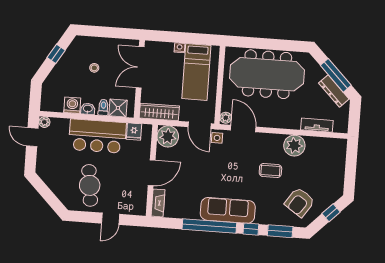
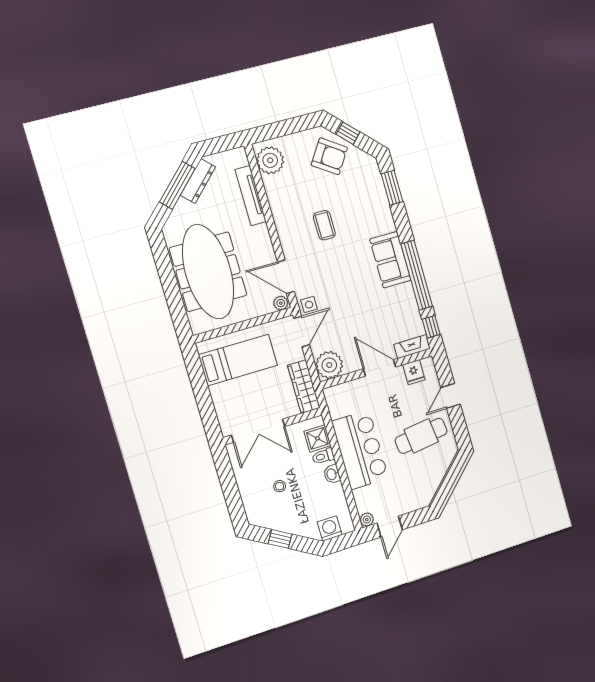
nightstand: (179, 48) -> (216, 392), removed
washing machine: (72, 105) -> (330, 528), moved, turned 90
tv unit: (317, 125) -> (251, 196), width x1.41
door: (243, 128) -> (286, 277), hinge flipped
fridge: (134, 132) -> (414, 372), moved, turned 90
plant: (294, 146) -> (270, 160), moved
armchair: (300, 202) -> (329, 156), moved
sofa: (228, 210) -> (390, 260), width x0.73
door: (111, 219) -> (451, 396), swing flipped
window: (251, 229) -> (431, 327), moved

